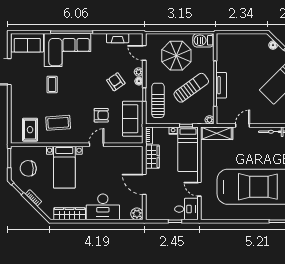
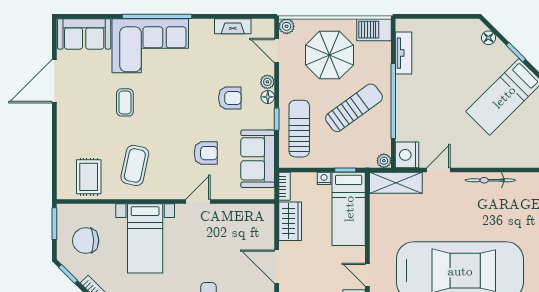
plant: (150, 38) -> (287, 26), added
armchair: (116, 82) -> (230, 98), turned 125
tv unit: (221, 85) -> (404, 53), moved
nightstand: (224, 116) -> (407, 155), added
coffee table: (58, 123) -> (135, 165), turned -74

